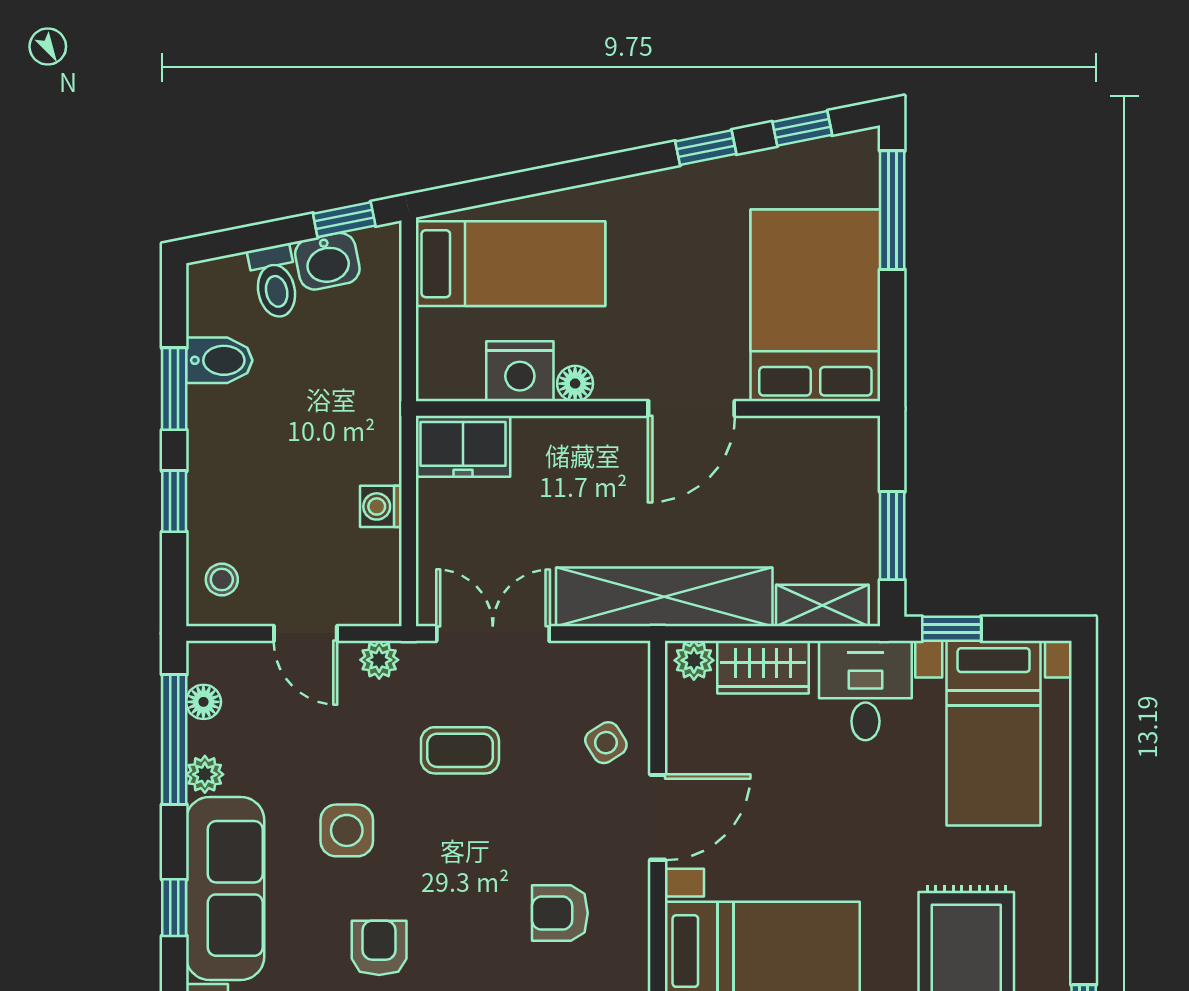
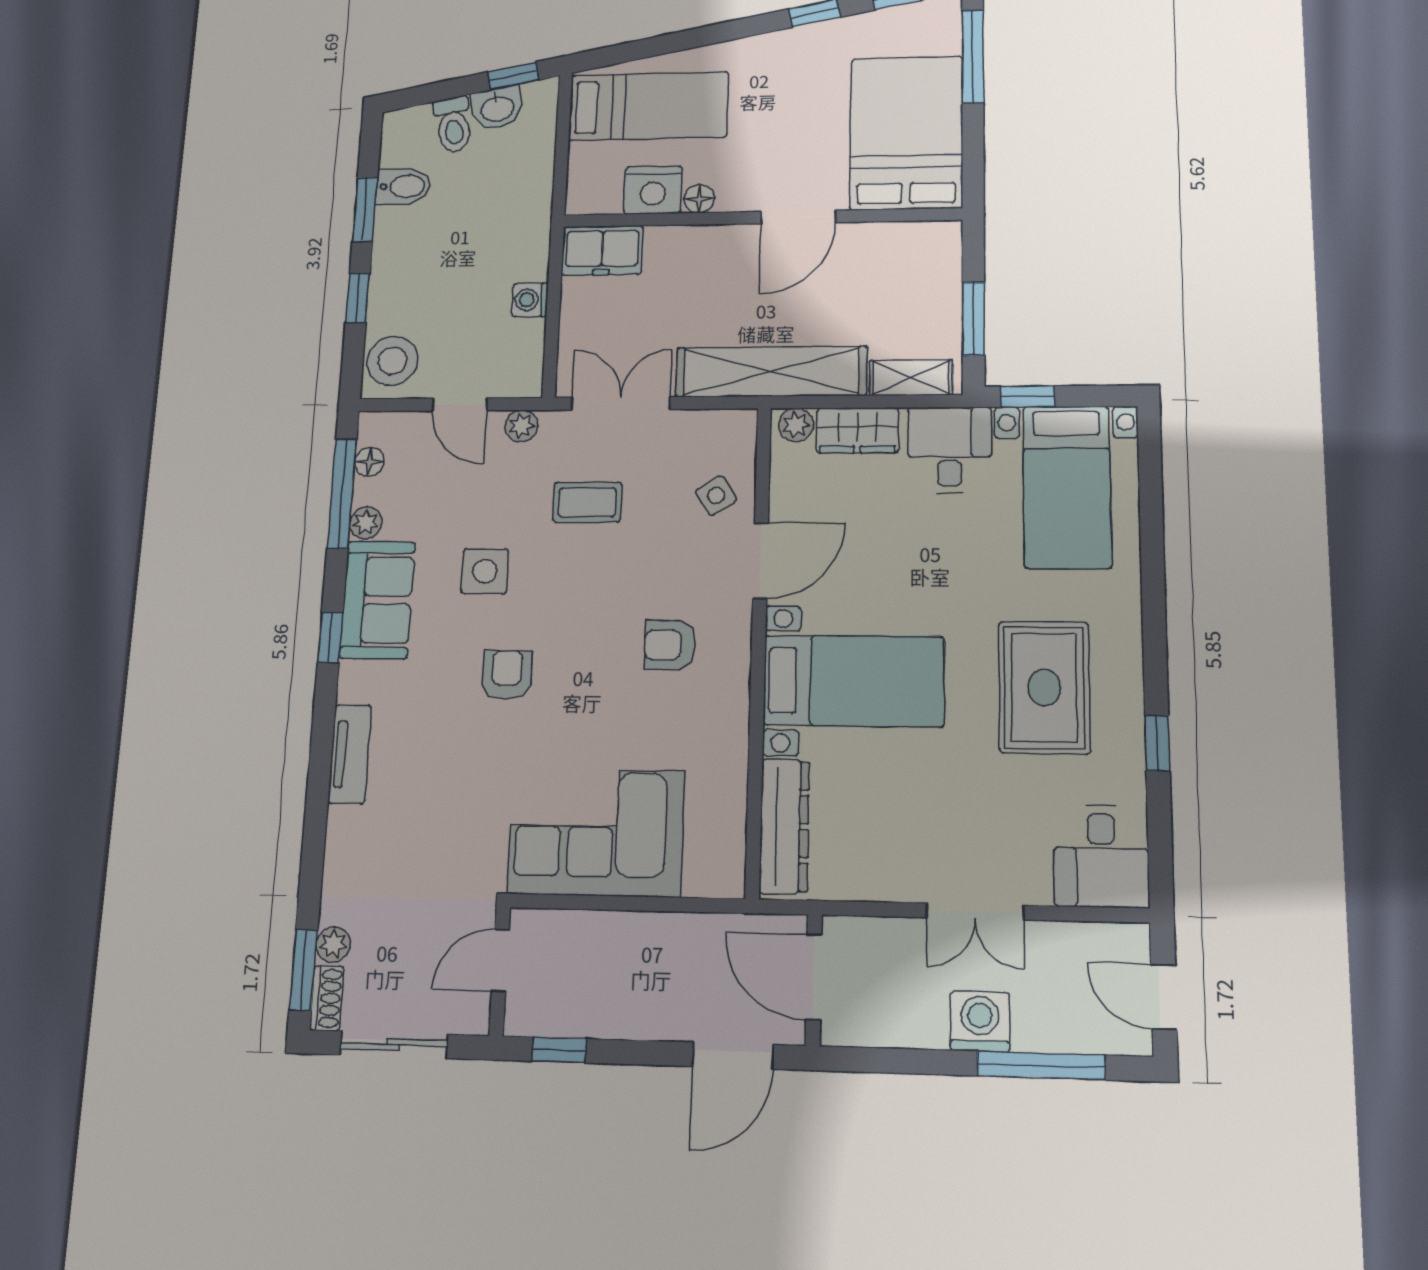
stool: (222, 580) -> (392, 361), width x1.89, depth x1.89
sofa: (225, 888) -> (377, 600), width x0.73

